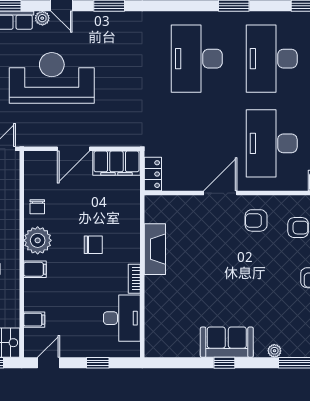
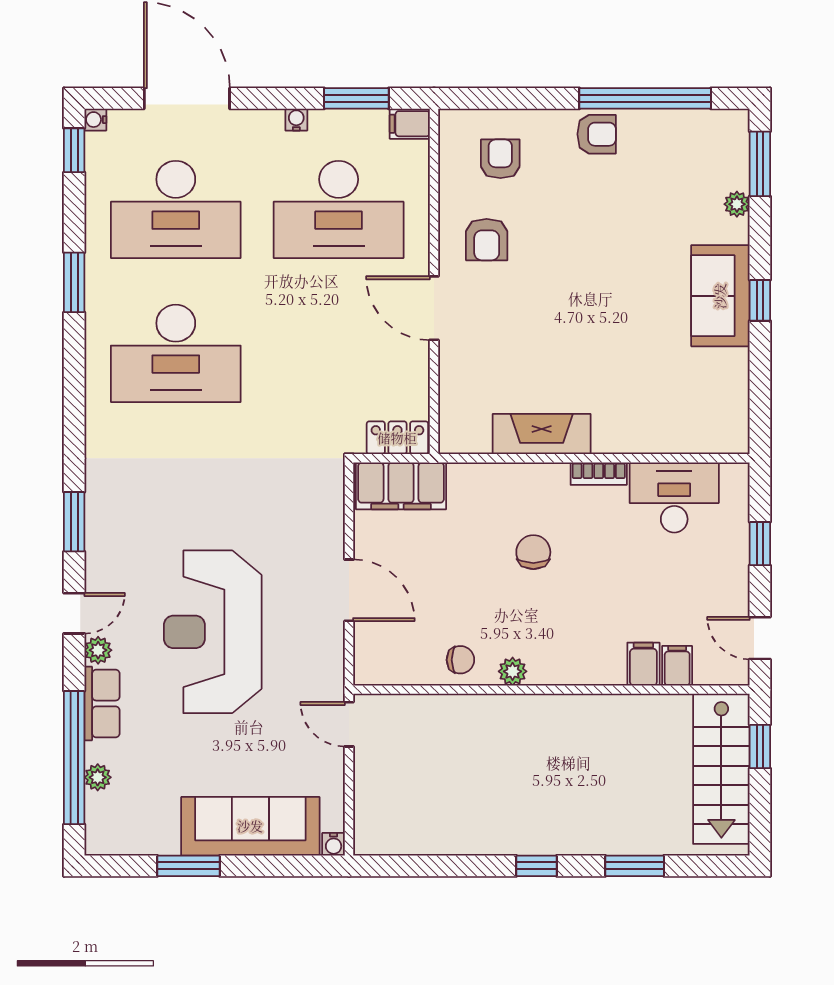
filing cabinet: (116, 163) -> (401, 486), moved, turned 90
plant: (38, 240) -> (513, 671), width x0.53, depth x0.53
filing cabinet: (35, 269) -> (643, 664), moved

